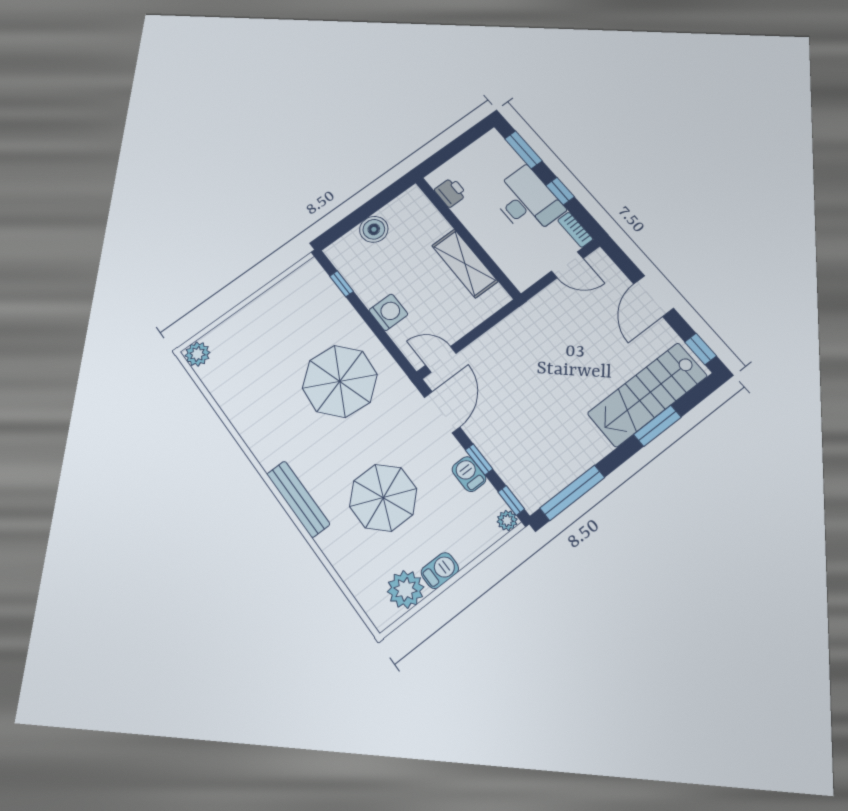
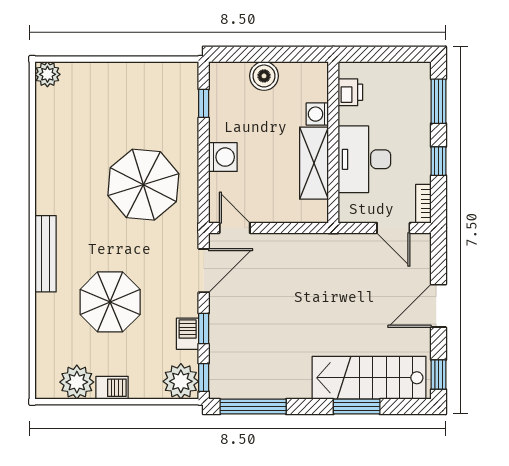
desk: (527, 201) -> (364, 159), moved, turned 180
washing machine: (438, 226) -> (317, 114), added
plant: (507, 520) -> (181, 381), width x1.88, depth x1.88

